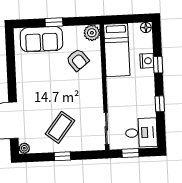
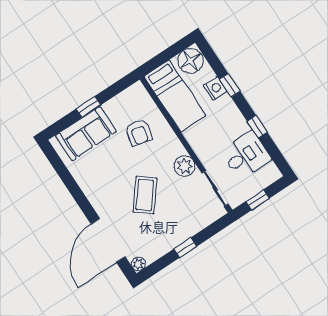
floor lamp: (146, 28) -> (191, 61), width x1.89, depth x1.89
plant: (92, 33) -> (185, 166), moved
armchair: (78, 60) -> (139, 132), turned 52
coffee table: (60, 127) -> (145, 195), moved
desk: (141, 133) -> (246, 155), moved

